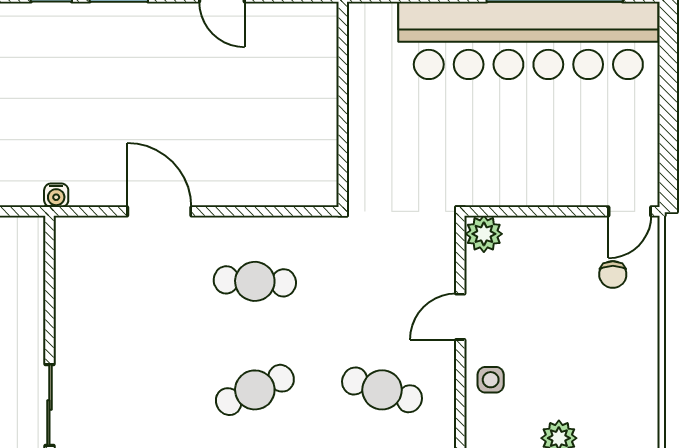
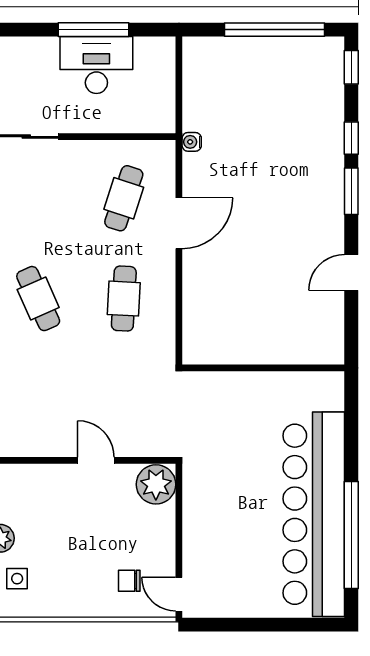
plant: (484, 234) -> (156, 484), width x1.36, depth x1.36
side table: (491, 380) -> (17, 579), moved
cafe table: (382, 390) -> (124, 198), moved

